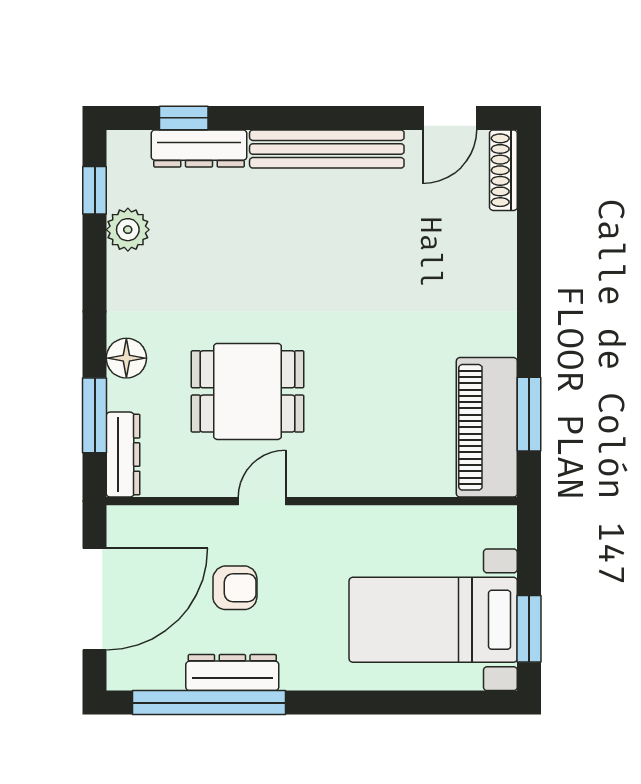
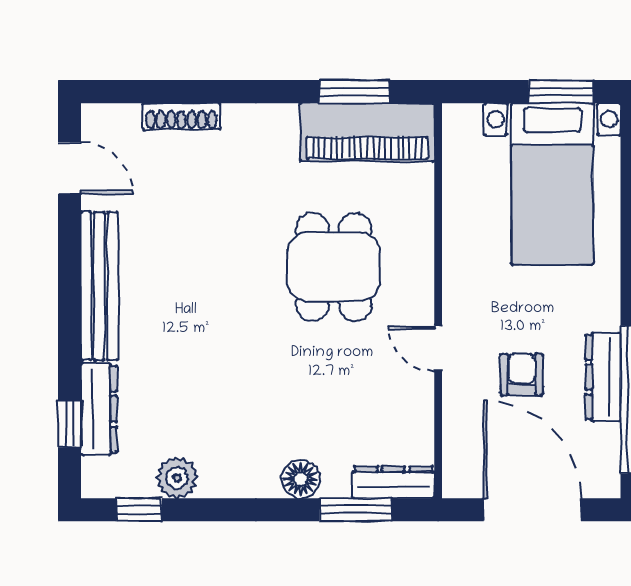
shoe rack: (503, 170) -> (181, 116), moved
dining table: (248, 391) -> (334, 267), moved

